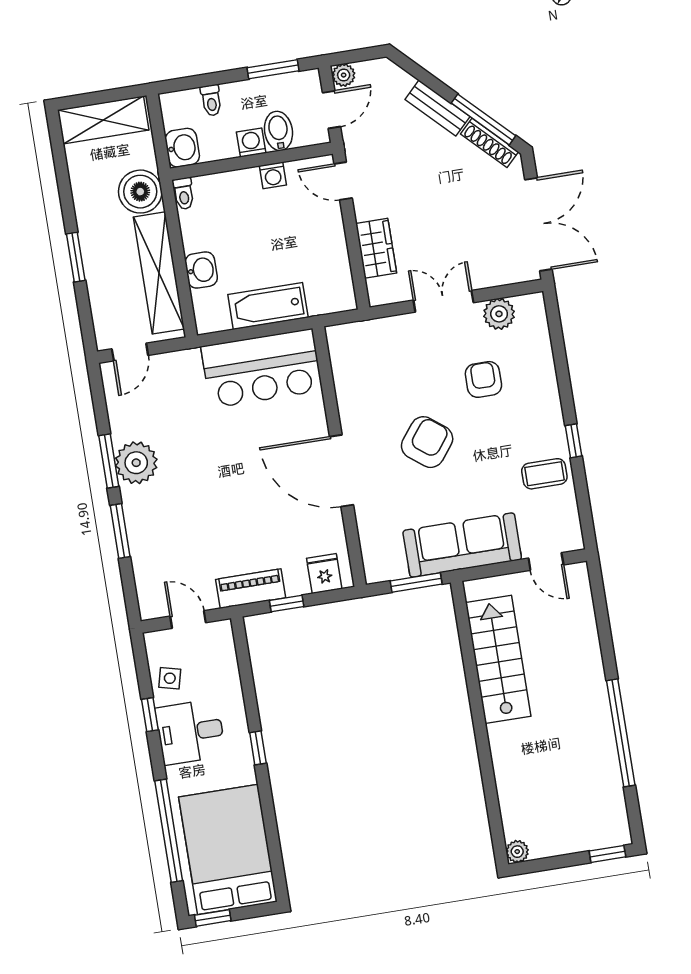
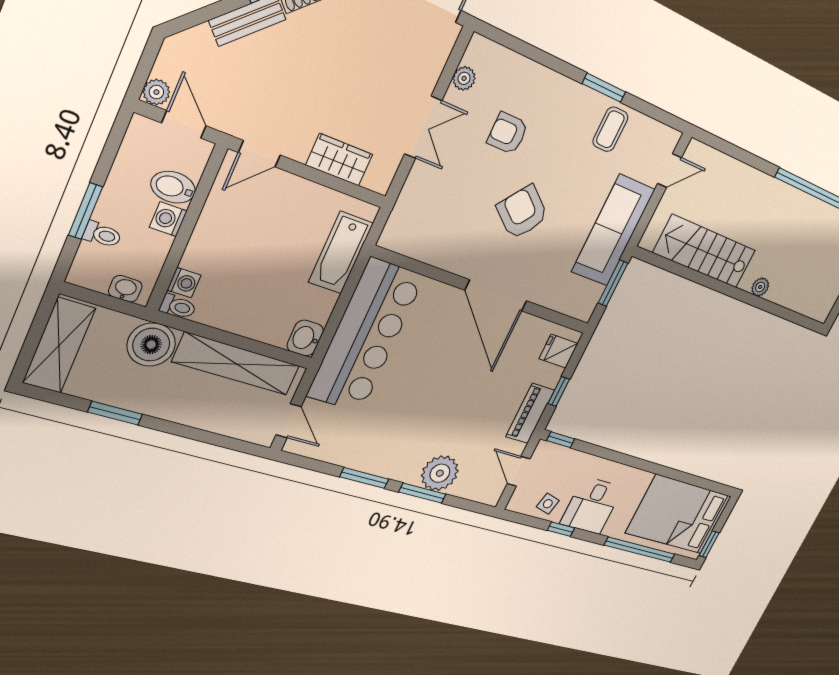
window: (273, 69) -> (86, 211), moved
washbasin: (182, 148) -> (125, 289), width x0.72, depth x0.69
washing machine: (273, 175) -> (184, 283), moved
window: (76, 257) -> (115, 413), moved
washbasin: (201, 270) -> (305, 338), moved, turned -90
double door: (443, 301) -> (423, 127), swing flipped
bathtub: (268, 306) -> (341, 253), moved
plant: (499, 314) -> (464, 78), width x0.73, depth x0.73
bar counter: (262, 368) -> (366, 336), width x1.36
window: (573, 441) -> (604, 88), width x1.50
plant: (136, 463) -> (440, 473), moved
door: (341, 471) -> (496, 296), hinge flipped
door: (188, 619) -> (519, 471), hinge flipped
window: (258, 748) -> (561, 440), moved
plant: (517, 852) -> (760, 287), moved

